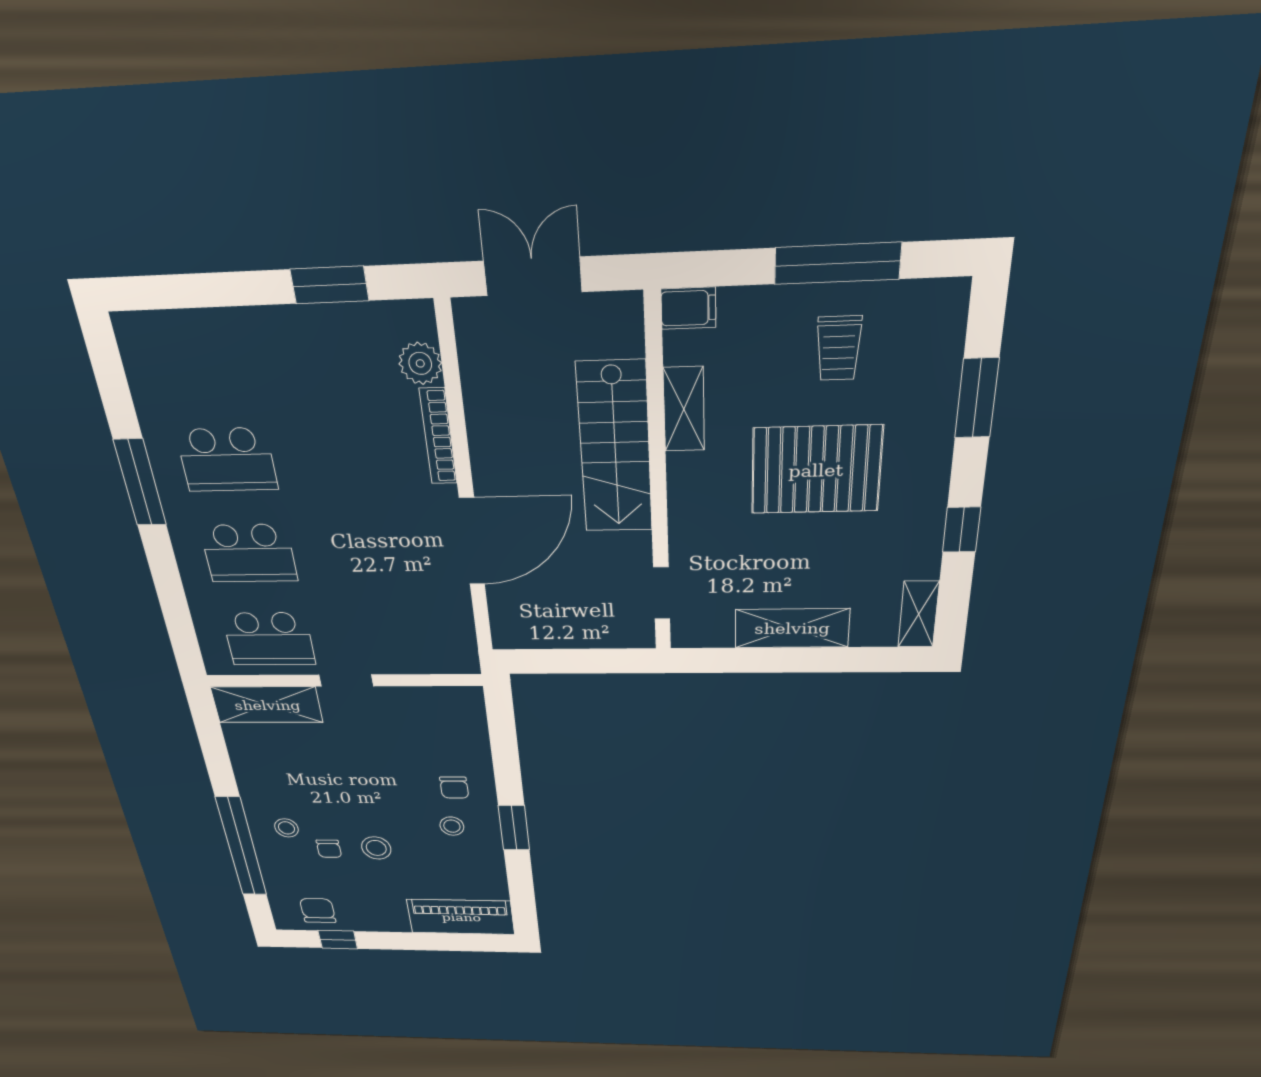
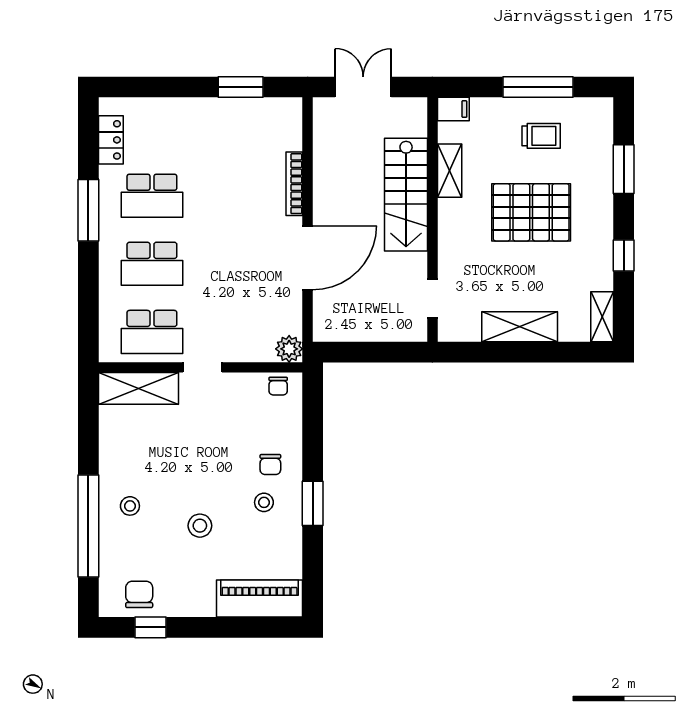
trolley: (839, 348) -> (541, 136), turned -90
plant: (420, 363) -> (289, 349), moved
locker: (145, 379) -> (111, 140), added
chair: (329, 849) -> (278, 386), moved

